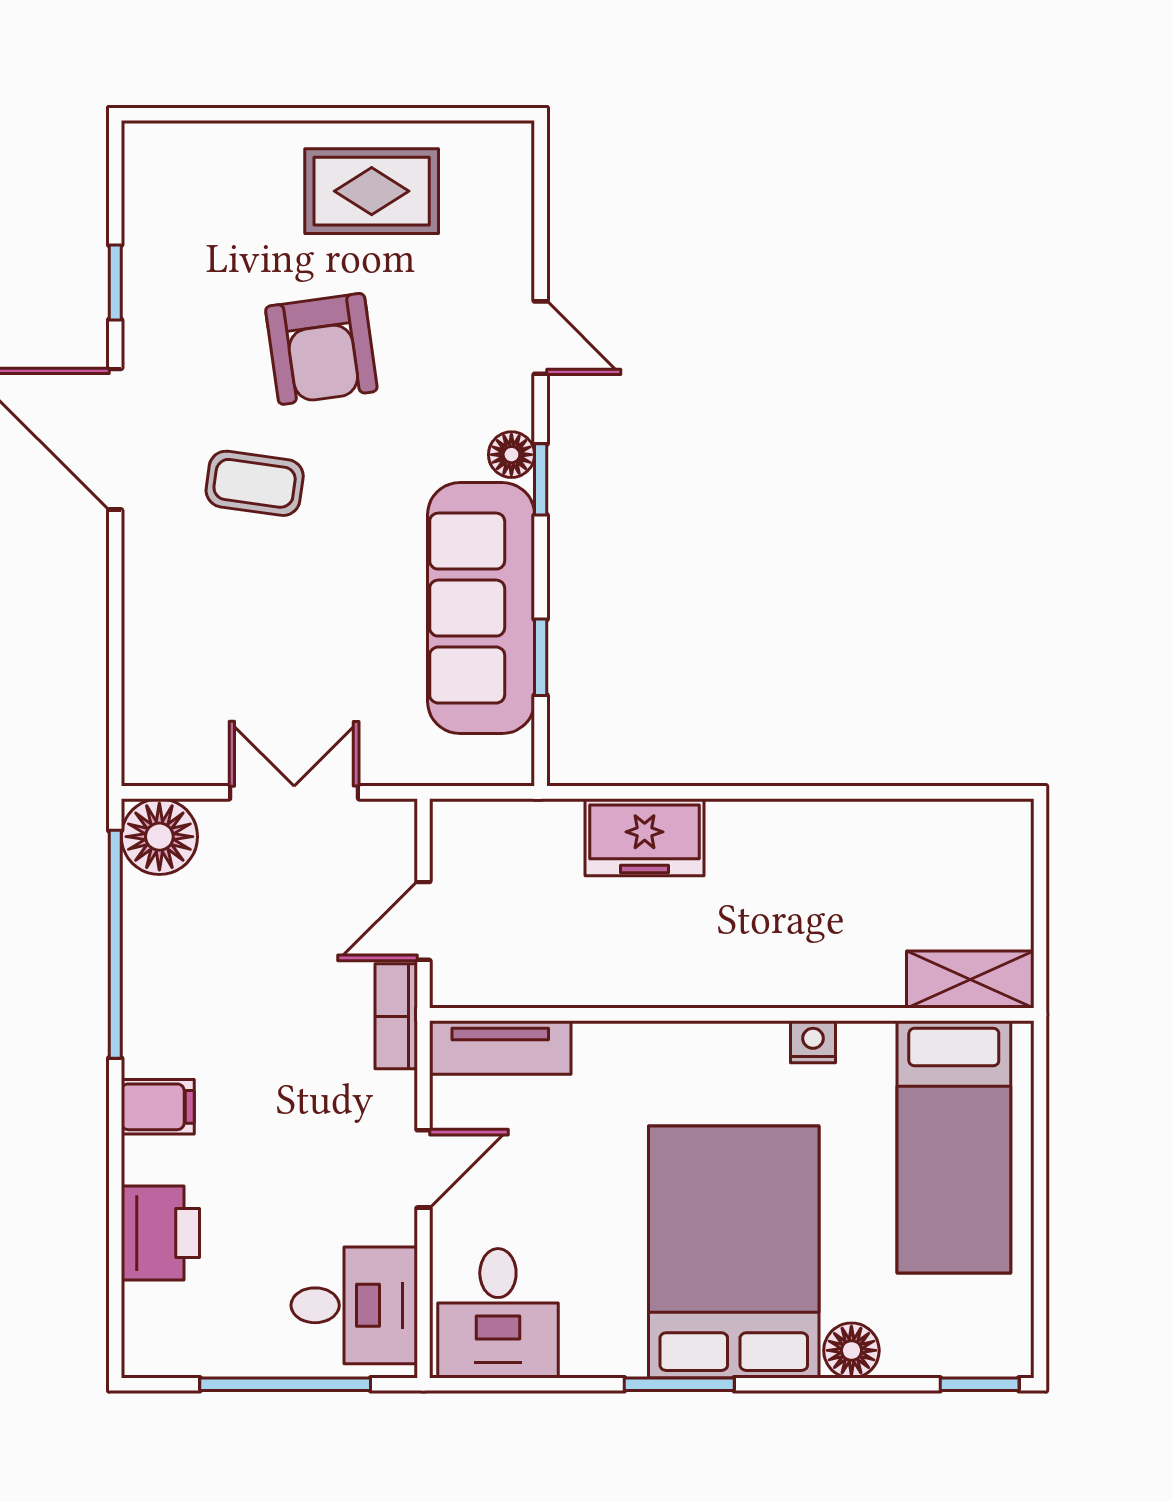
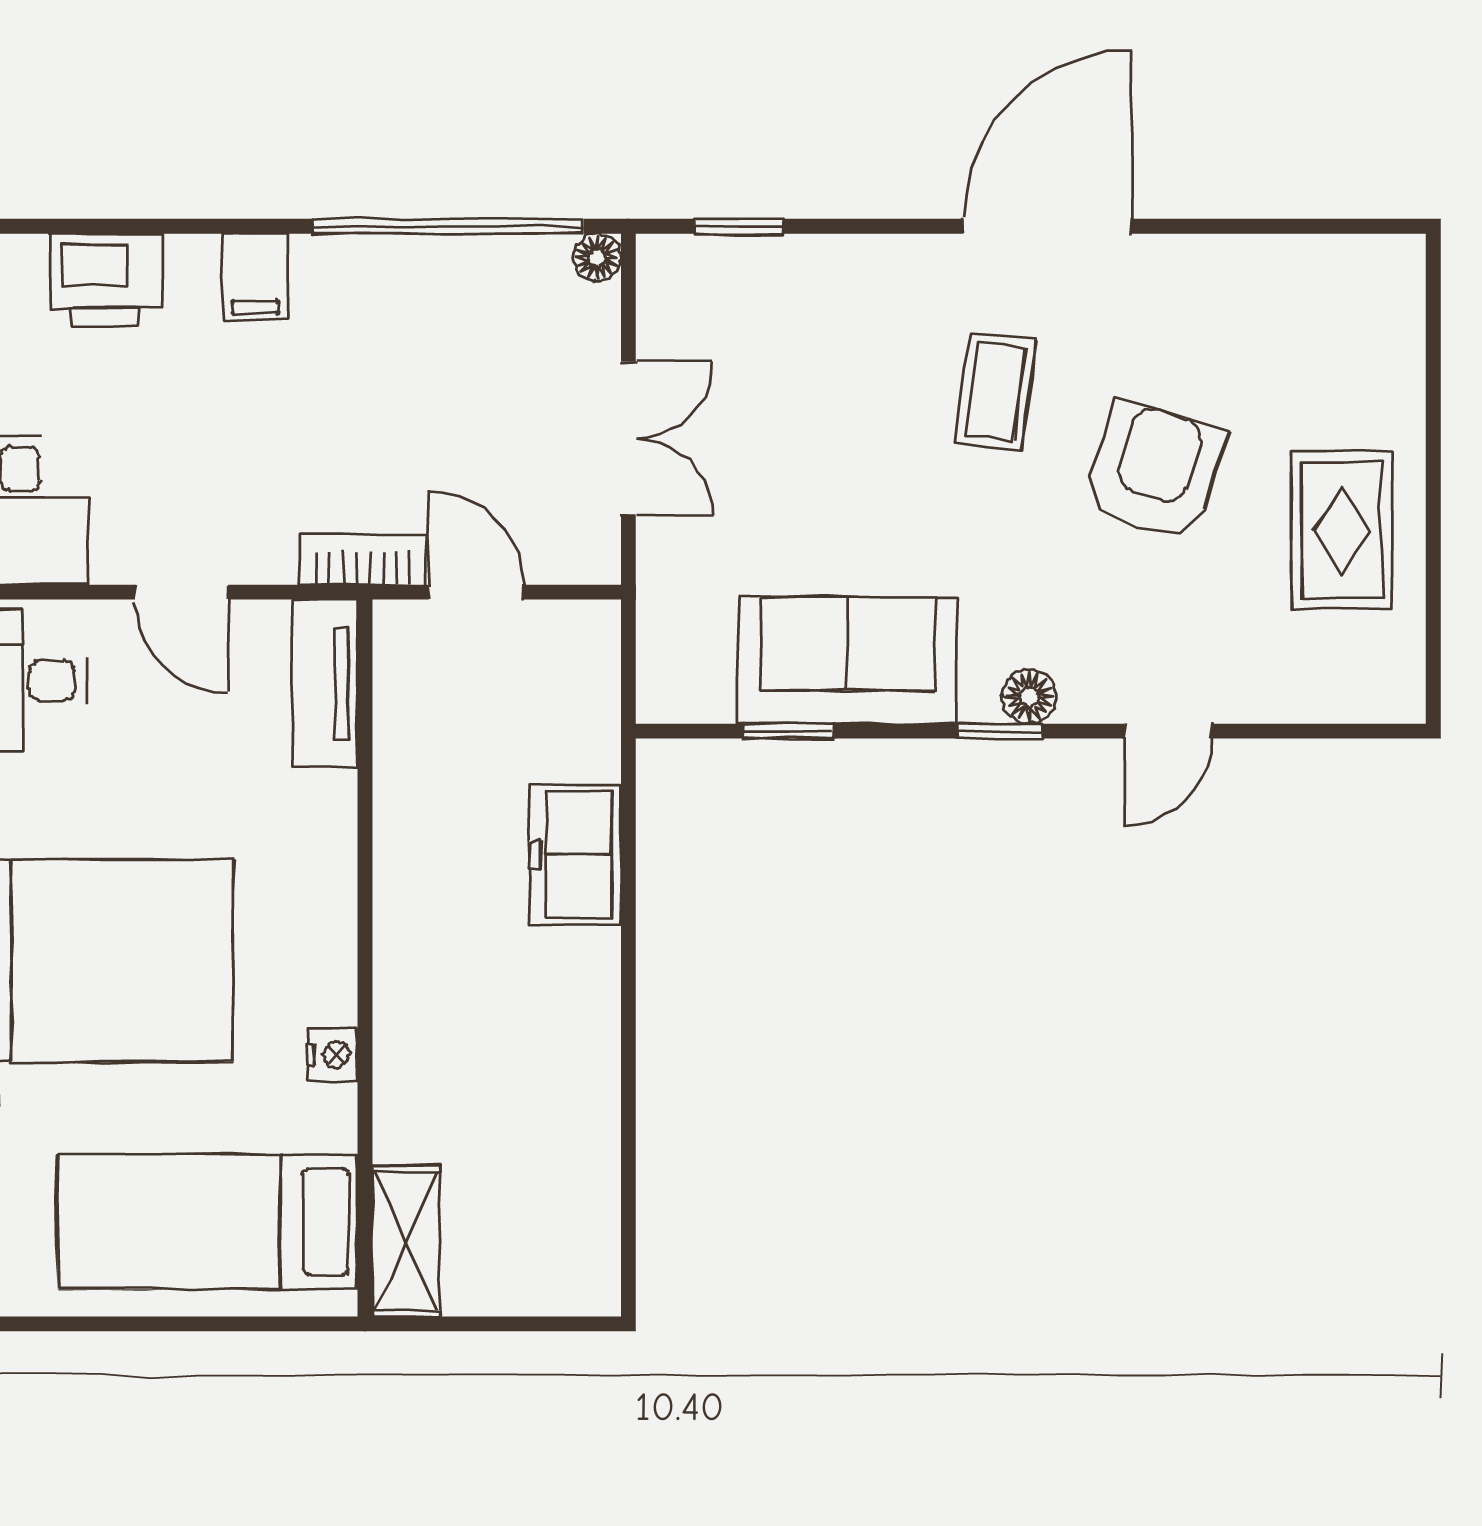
window: (115, 282) -> (739, 226), moved
armchair: (321, 349) -> (1155, 471), turned 115
sofa: (481, 608) -> (847, 661), width x0.73
floor lamp: (159, 837) -> (597, 258), width x0.53, depth x0.53

